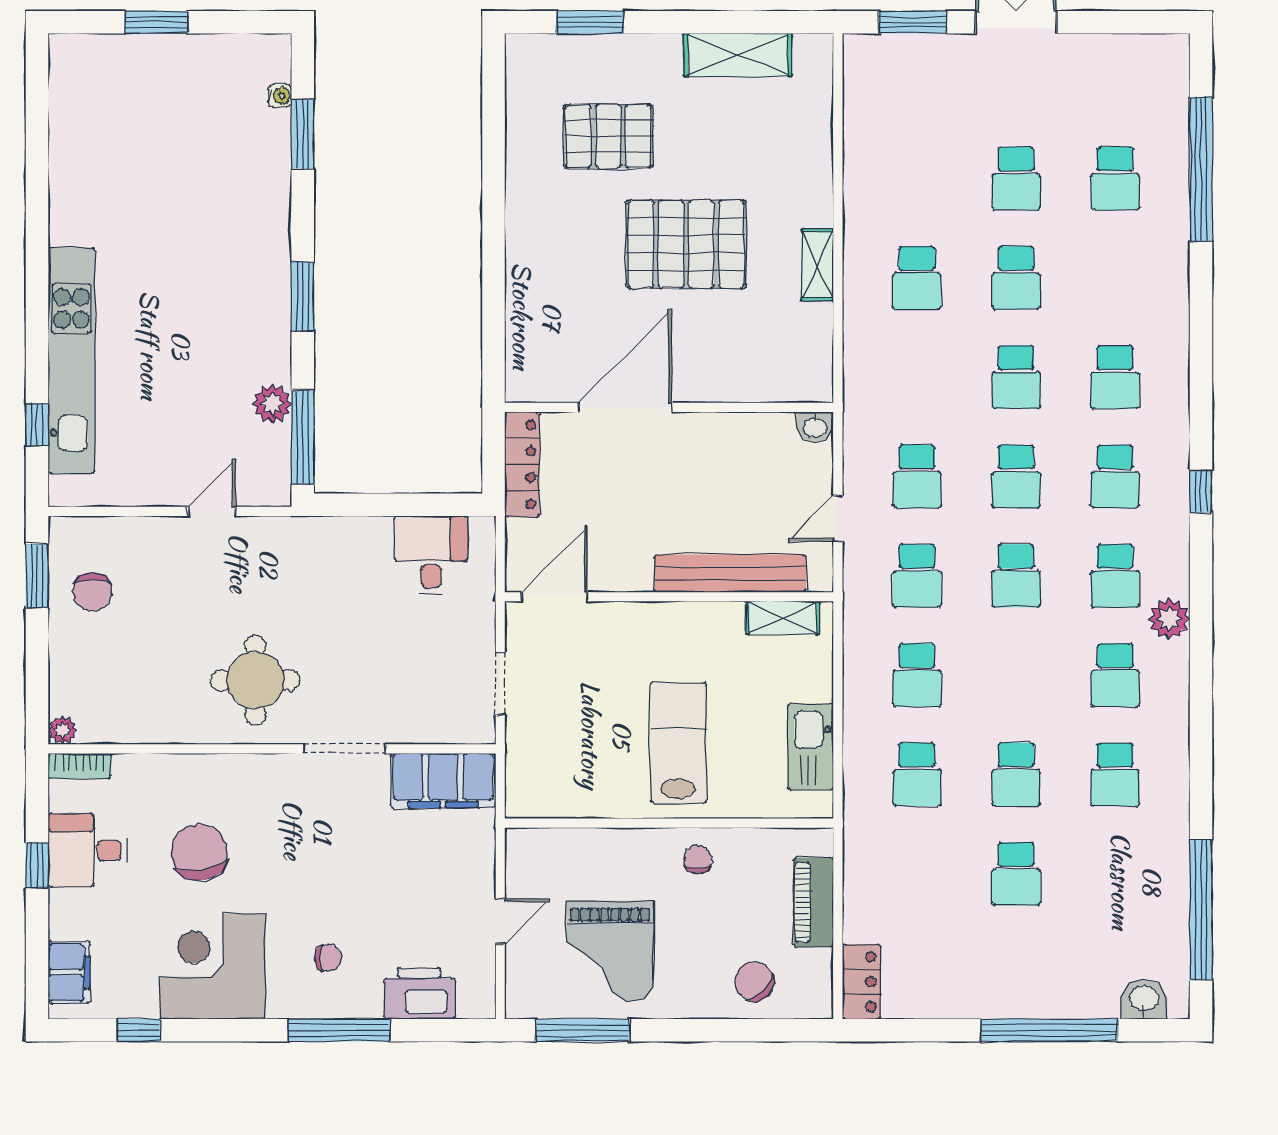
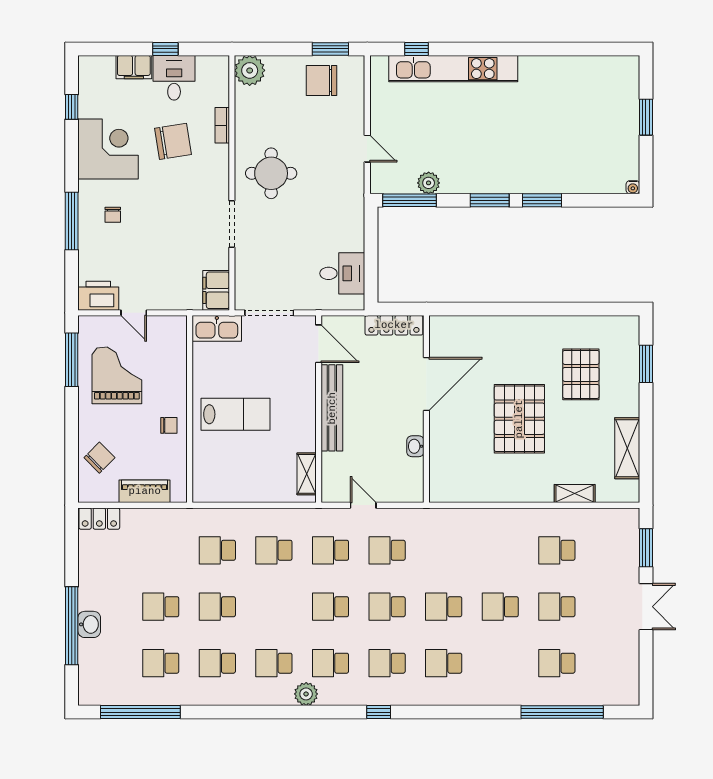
water cooler: (280, 96) -> (633, 187), moved
window: (303, 134) -> (542, 200), moved
shelving: (817, 265) -> (575, 494), moved
school desk: (917, 278) -> (557, 550), moved
door: (625, 407) -> (426, 384), hinge flipped
washbasin: (815, 427) -> (415, 446), moved
bench: (730, 573) -> (332, 408), moved
chair: (92, 592) -> (322, 81), width x1.37, depth x1.37
doorway: (500, 683) -> (269, 313), width x1.38
plant: (62, 730) -> (250, 70), width x1.88, depth x1.88
kitchen sink: (811, 747) -> (217, 328), moved, turned 180
bookcase: (80, 766) -> (222, 125), moved
filing cabinet: (443, 781) -> (216, 290), width x0.67, depth x0.86
school desk: (1115, 874) -> (161, 663), added
grand piano: (610, 951) -> (117, 375), turned 90
filing cabinet: (69, 972) -> (134, 67), moved
printer: (420, 993) -> (98, 296), moved, turned -90
washbasin: (1144, 999) -> (89, 624), moved

